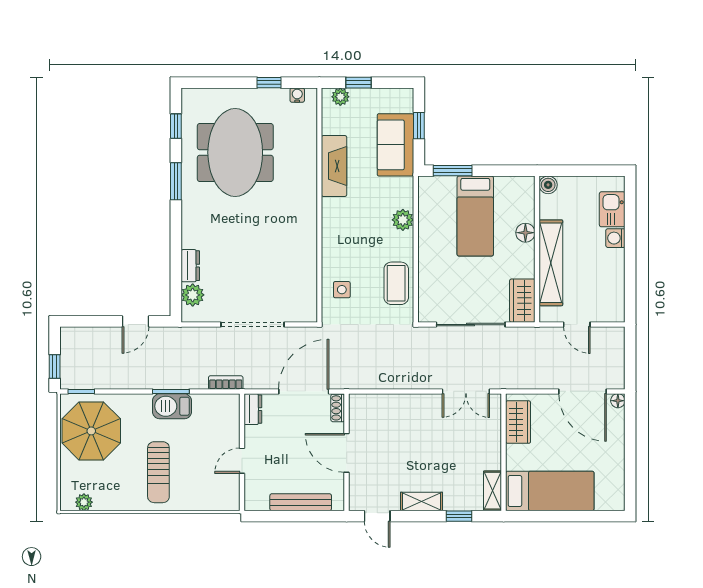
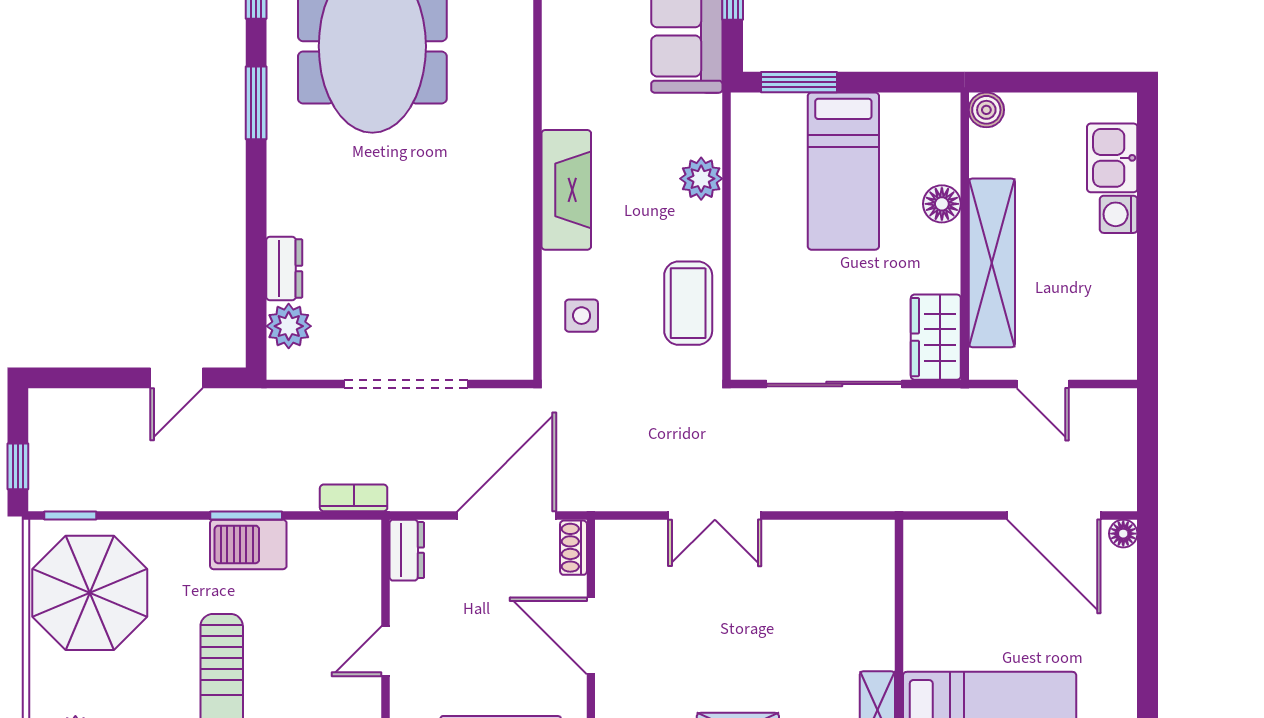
fireplace: (334, 166) -> (566, 190), moved
double door: (466, 391) -> (715, 515), moved
wardrobe: (518, 422) -> (927, 575), removed

